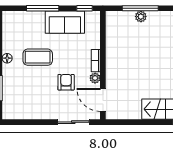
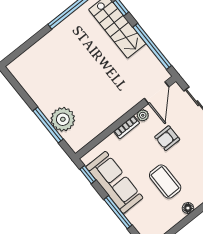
plant: (141, 17) -> (63, 119), width x1.87, depth x1.87
sofa: (65, 22) -> (114, 182), width x1.36
window: (137, 122) -> (152, 46), added

